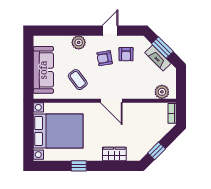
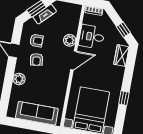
coffee table: (78, 80) -> (51, 86), removed
plant: (162, 92) -> (70, 40), moved
desk: (142, 116) -> (92, 37), added
wardrobe: (114, 154) -> (121, 56), moved

